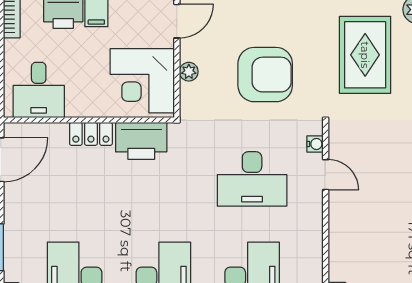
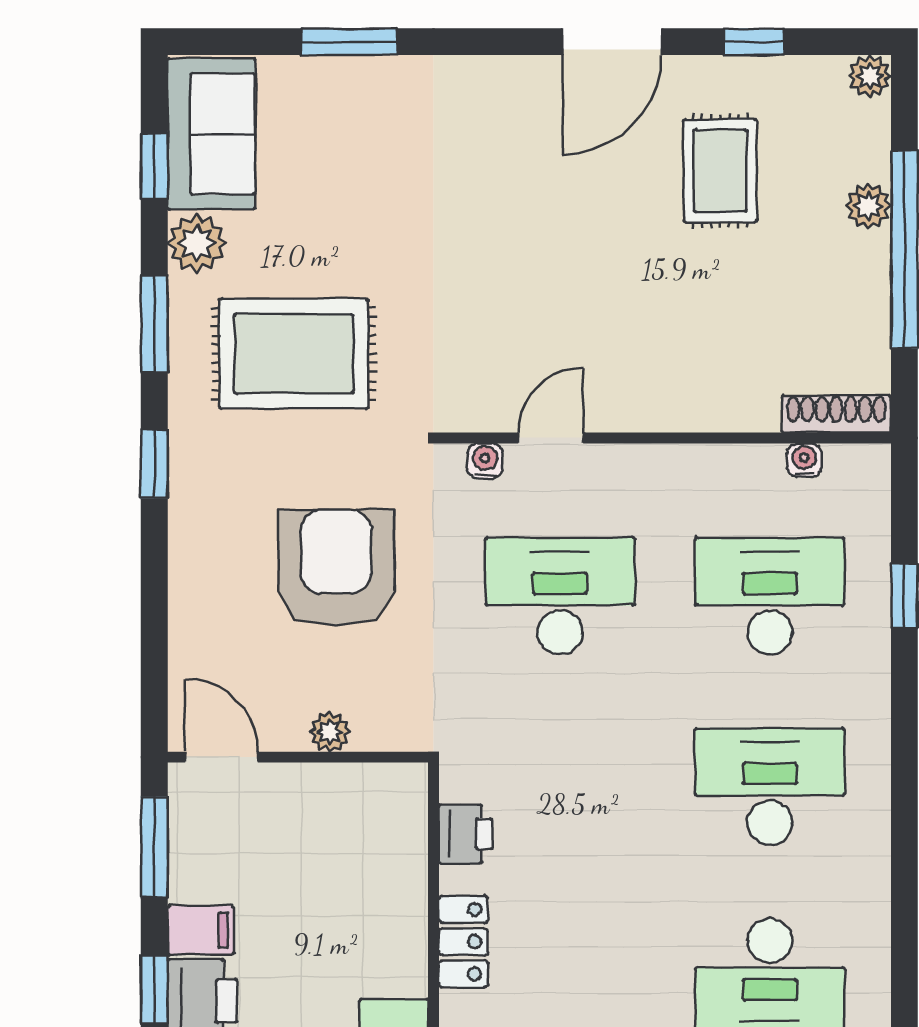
corner desk: (142, 81) -> (349, 831), removed
printer: (141, 141) -> (466, 834), width x0.53, depth x0.68
desk: (252, 179) -> (560, 596), turned -90

